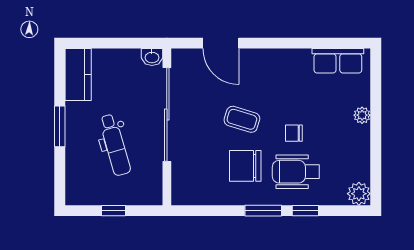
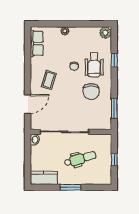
coffee table: (242, 119) -> (49, 80), moved
window: (263, 211) -> (114, 108), moved

